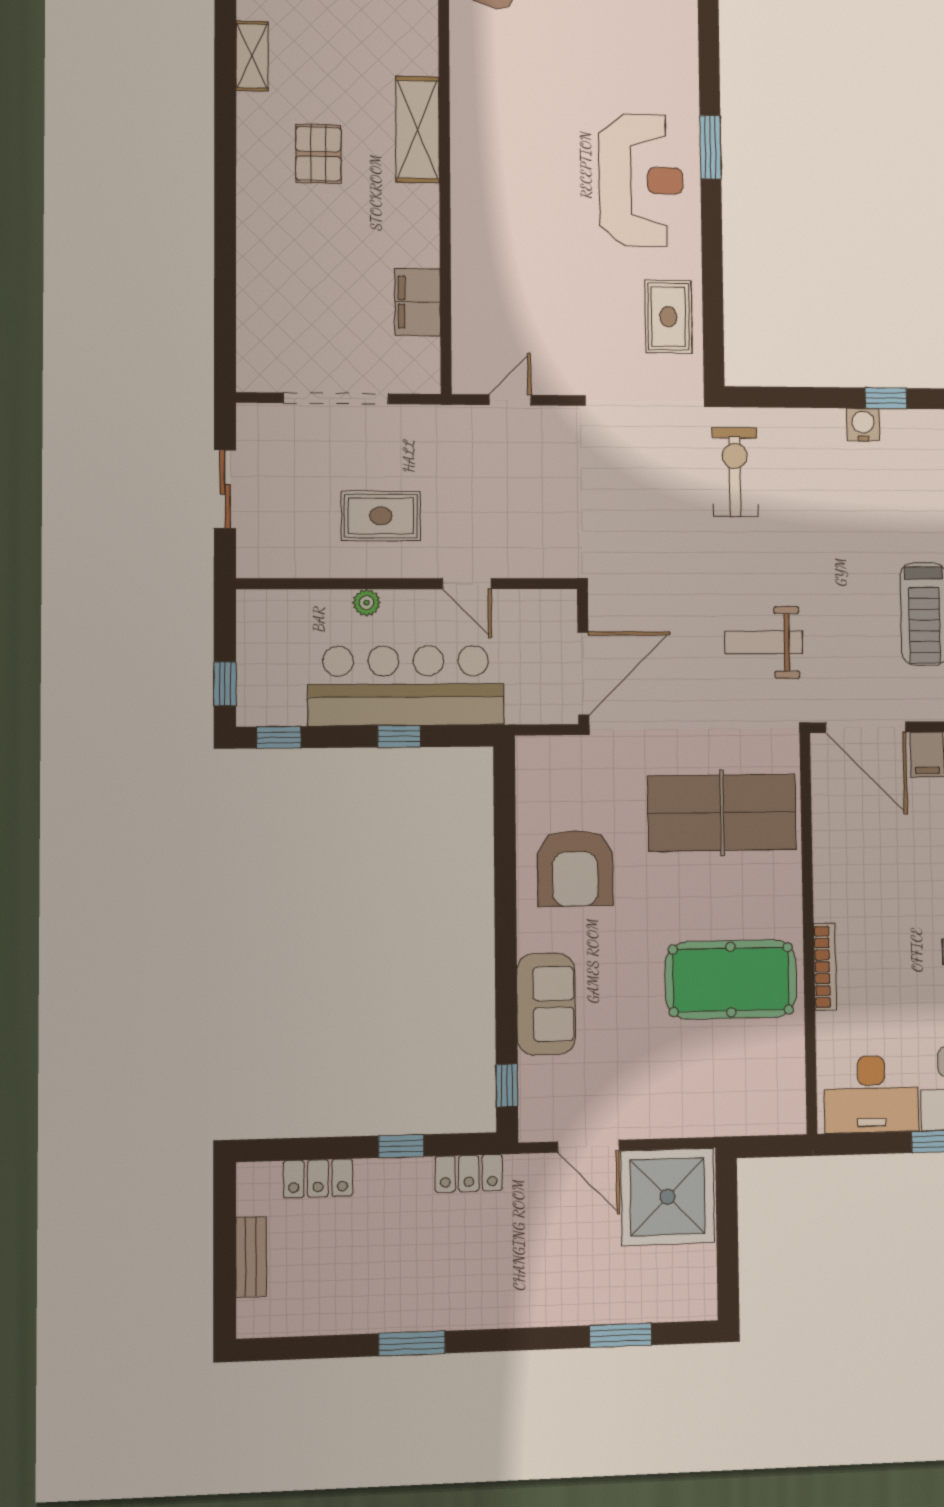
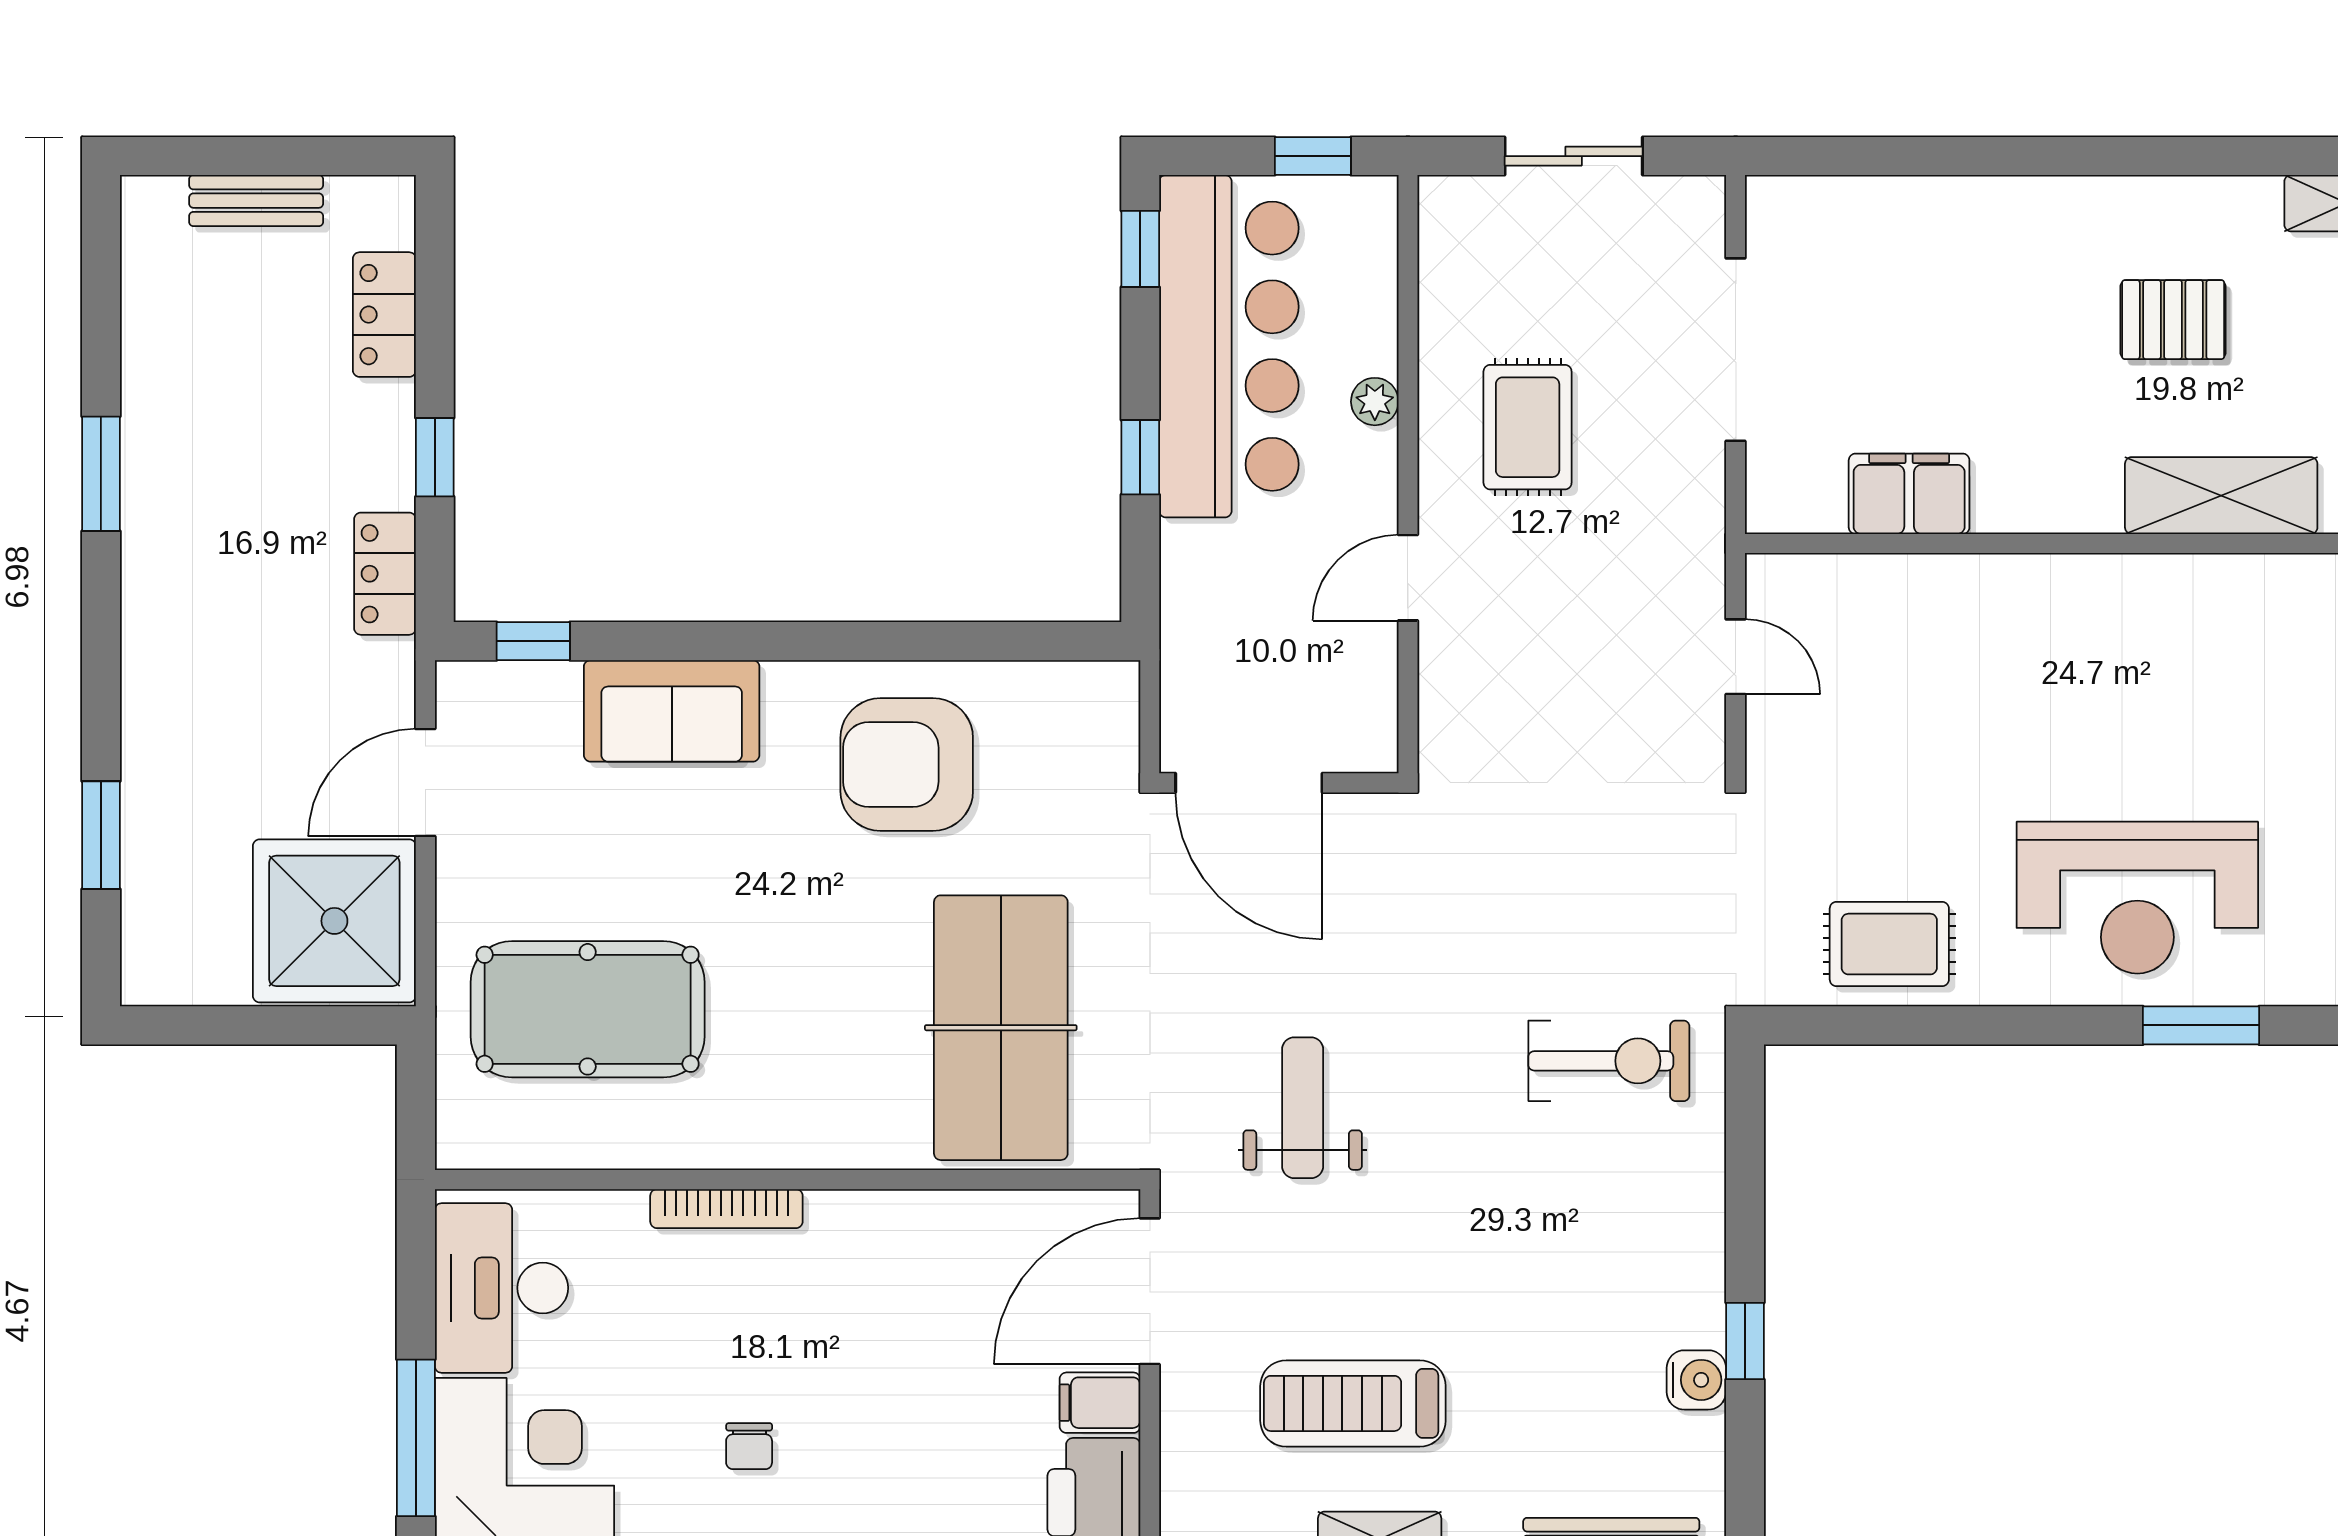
water cooler: (863, 425) -> (1696, 1380), moved
window: (225, 684) -> (1313, 156), moved
bar counter: (406, 686) -> (1229, 346), moved
pool table: (731, 979) -> (588, 1009), moved, turned 90

